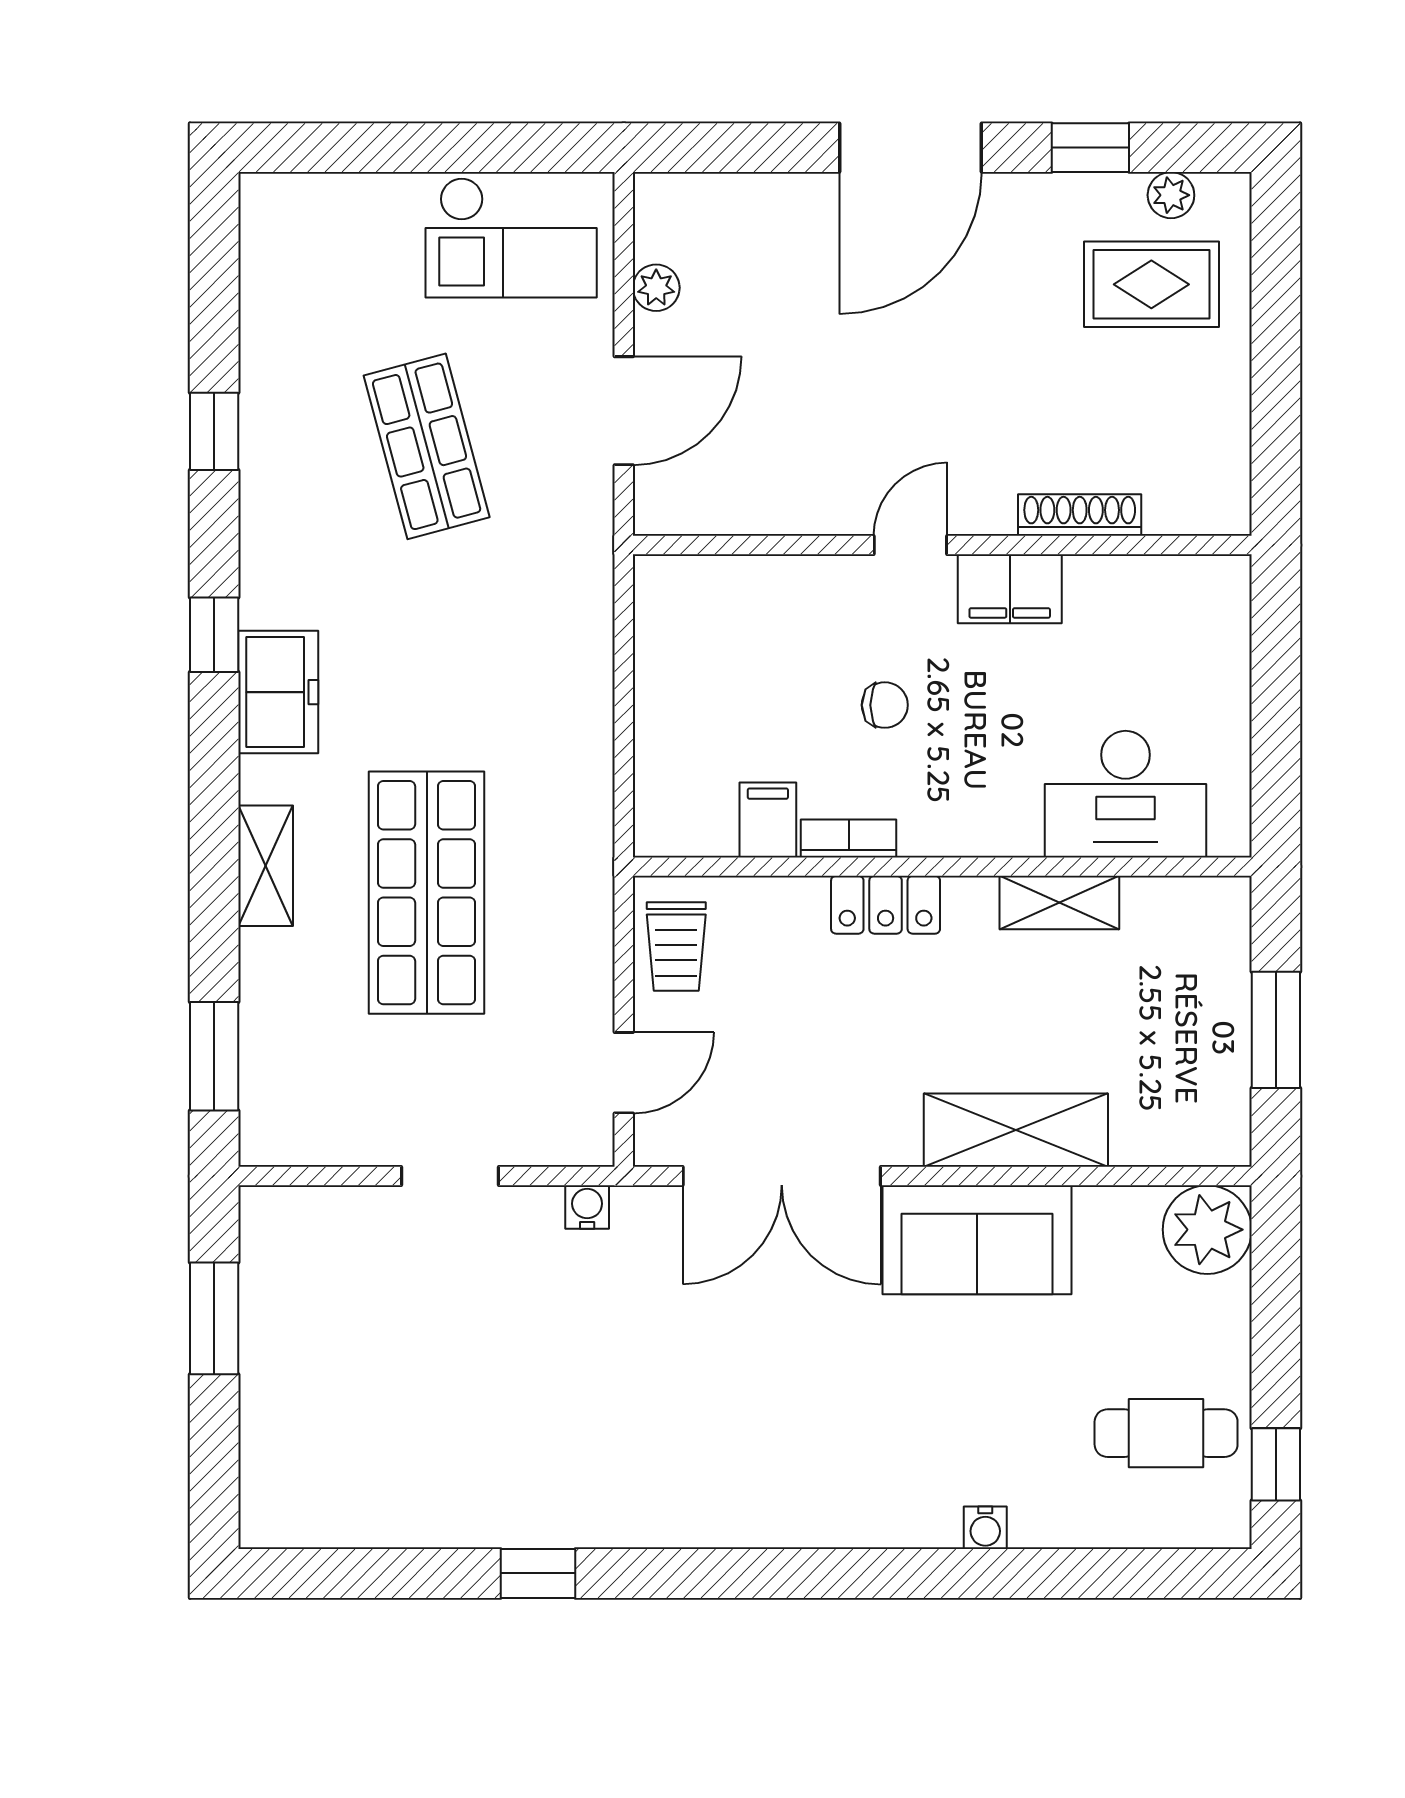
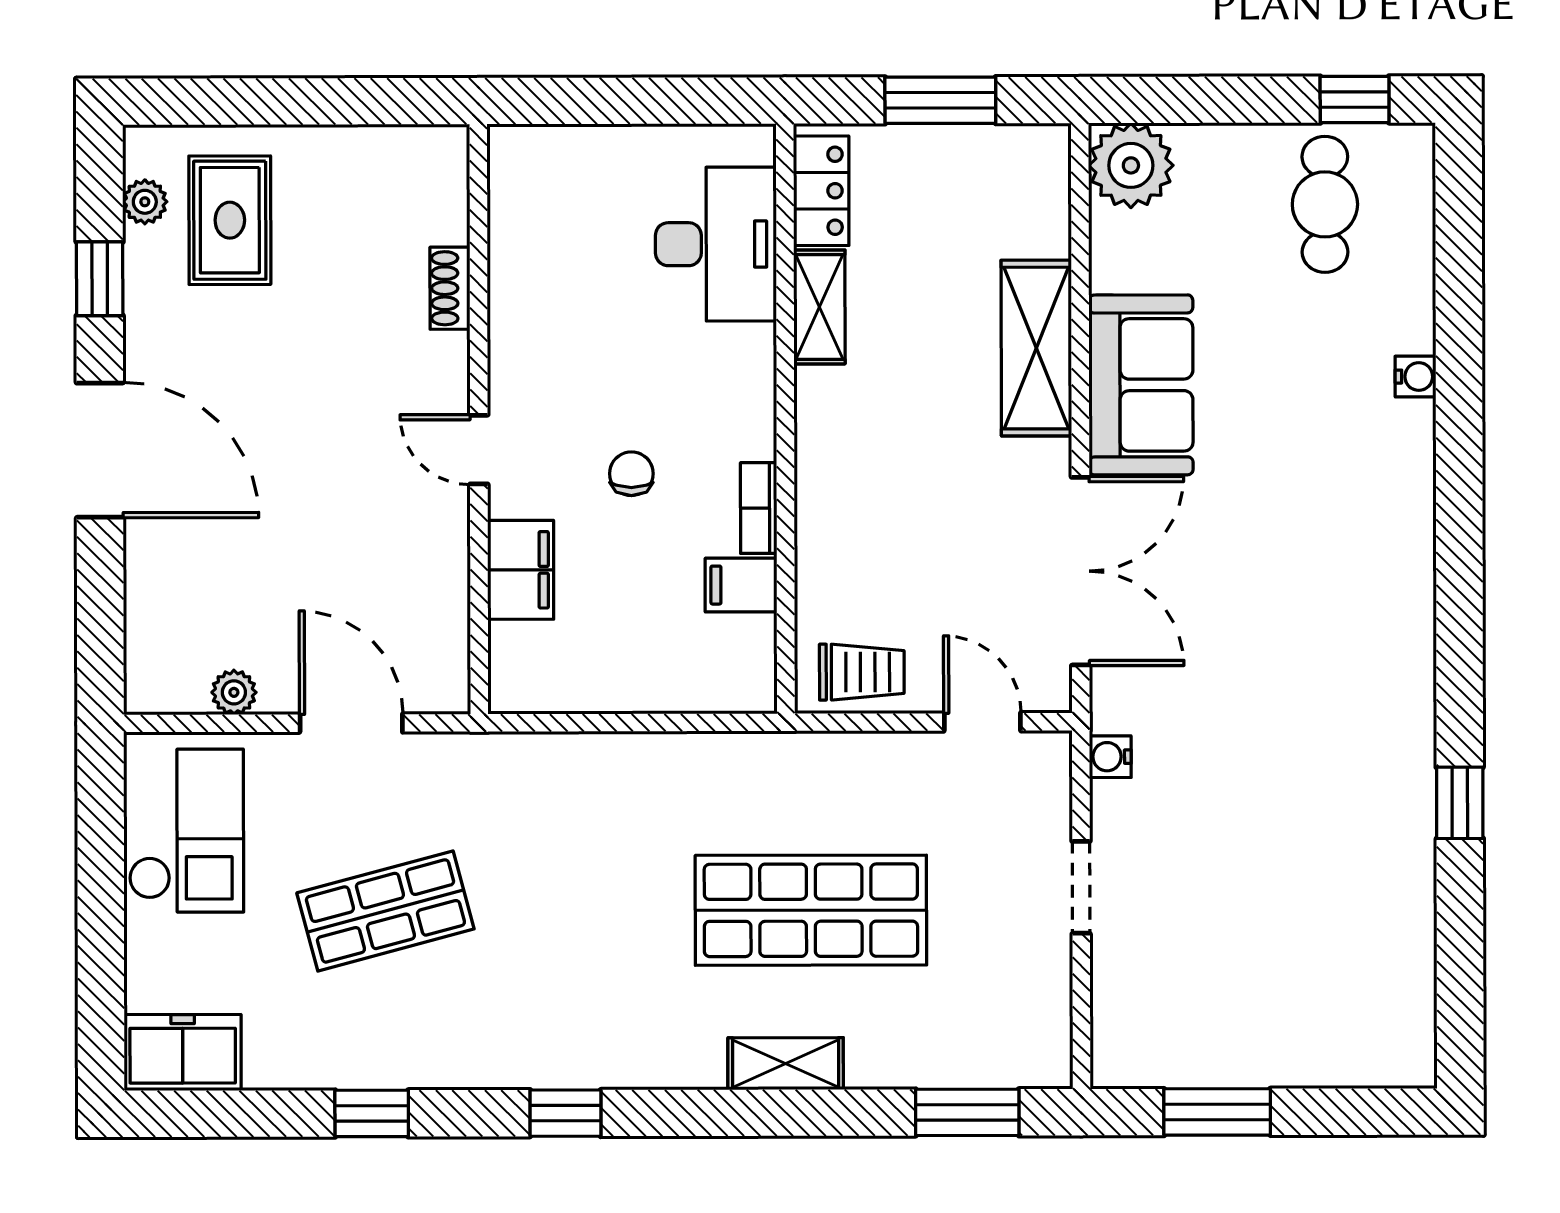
shoe rack: (1080, 515) -> (450, 288), width x0.70
filing cabinet: (1010, 589) -> (521, 570), moved
freezer: (278, 692) -> (183, 1053), moved
locker: (886, 905) -> (821, 191), moved

